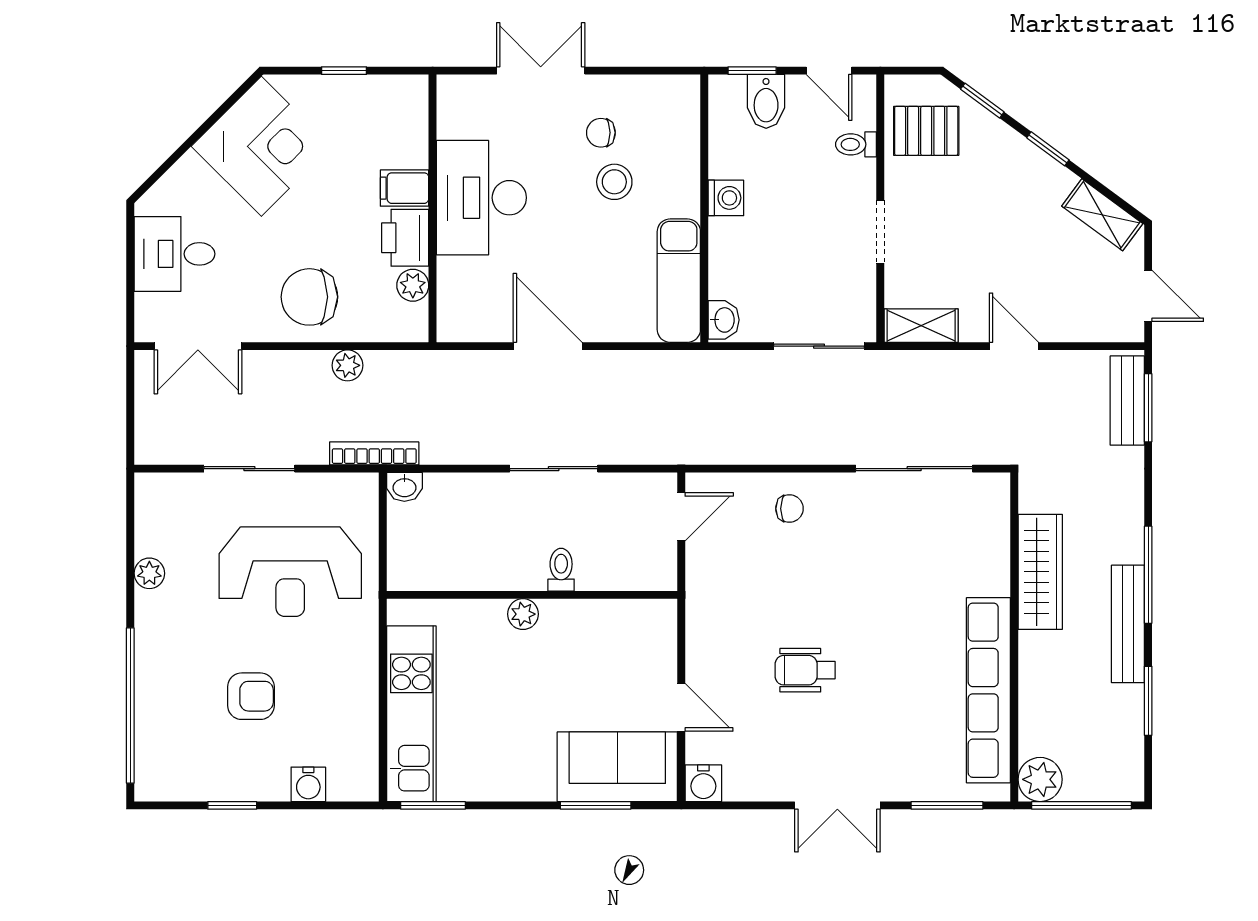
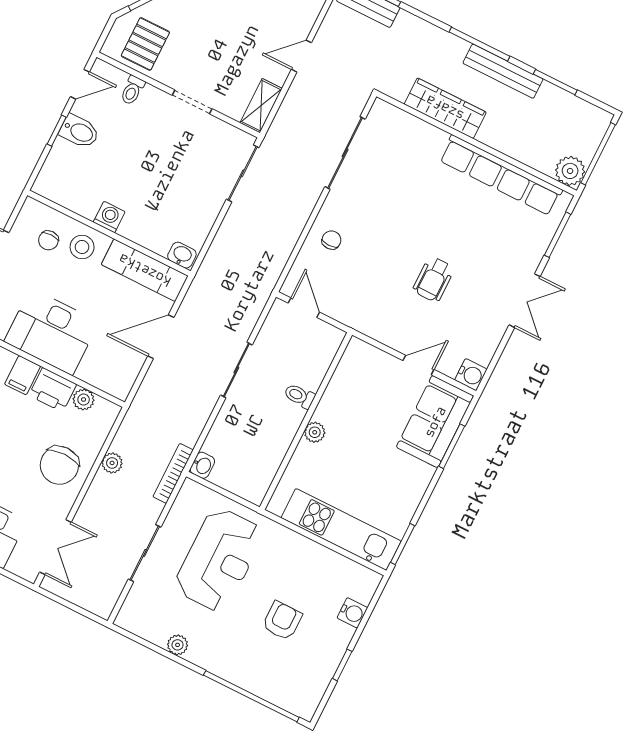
washing machine: (726, 198) -> (109, 217), moved
wall: (704, 208) -> (109, 233), moved
exam couch: (679, 281) -> (145, 270), moved
washbasin: (724, 320) -> (182, 255), moved

